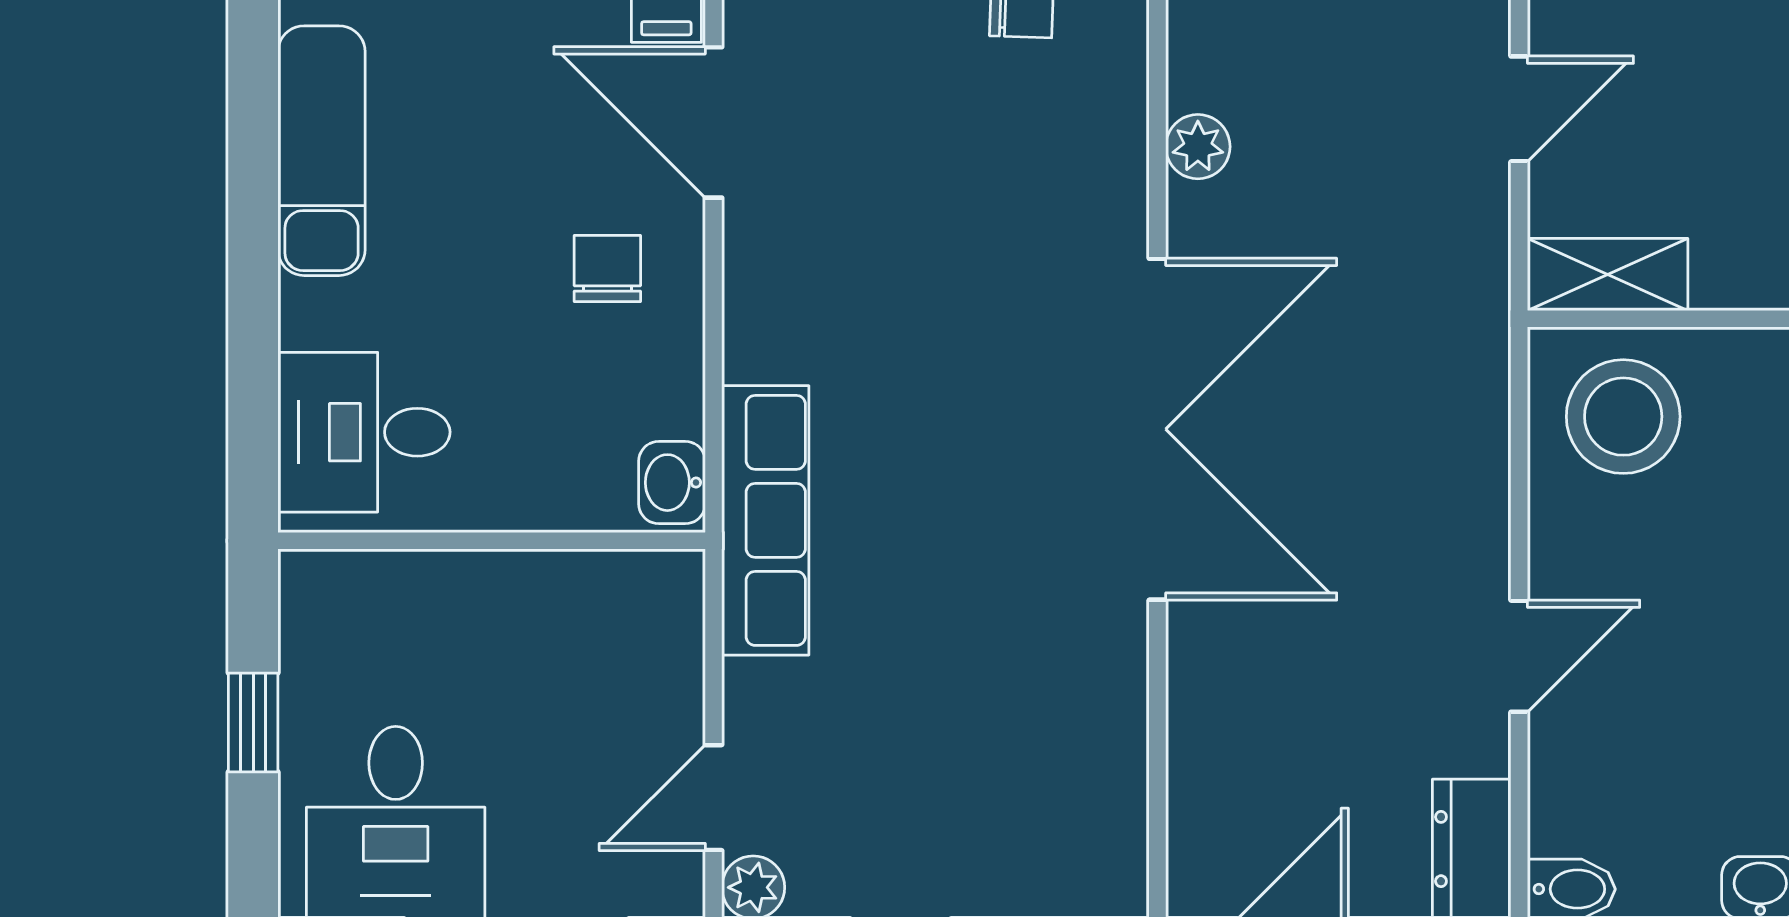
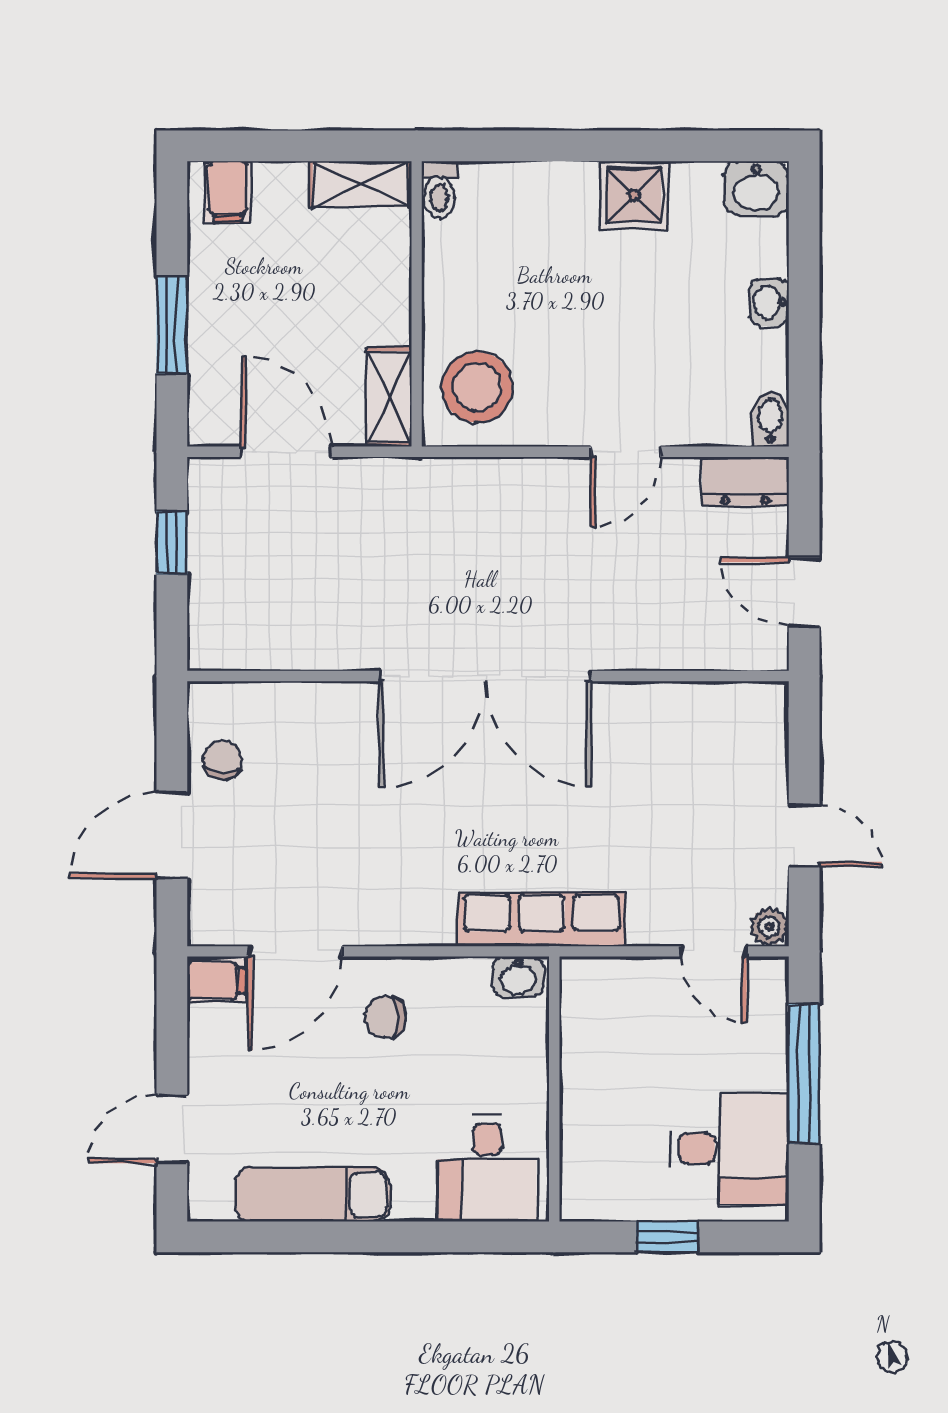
door: (1519, 109) -> (287, 452), width x1.38
plant: (1198, 147) -> (310, 651), removed
double door: (1157, 429) -> (485, 676), swing flipped
door: (1519, 656) -> (626, 452), swing flipped

